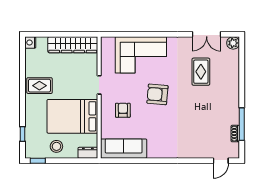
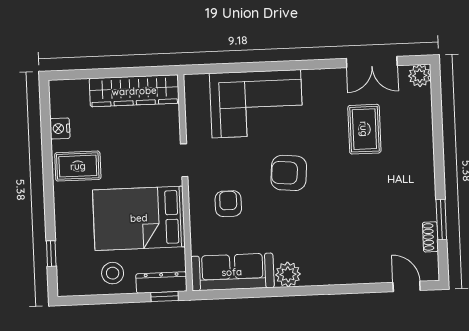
nightstand: (30, 43) -> (60, 128), moved
window: (242, 124) -> (441, 220), width x0.69
plant: (155, 151) -> (288, 274), added
dresser: (88, 153) -> (161, 282), width x1.44
window: (38, 161) -> (165, 297), moved
door: (221, 161) -> (407, 286), swing flipped

